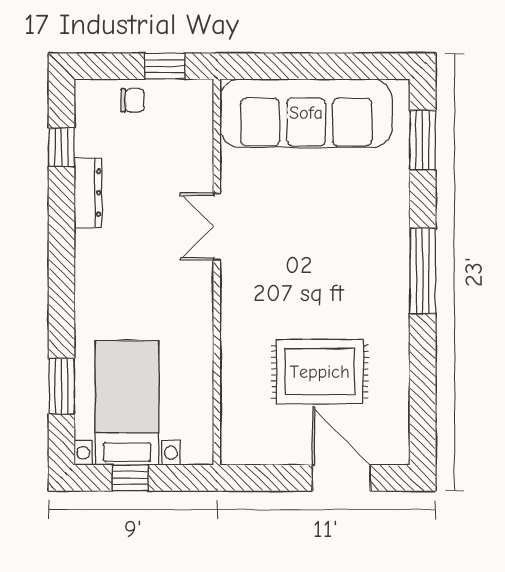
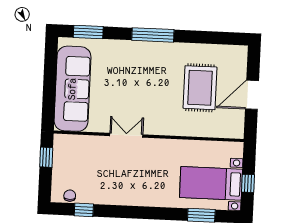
chair: (133, 100) -> (70, 196), moved
dresser: (88, 193) -> (107, 198), removed
double door: (217, 227) -> (126, 135), swing flipped
door: (341, 478) -> (252, 95), moved

